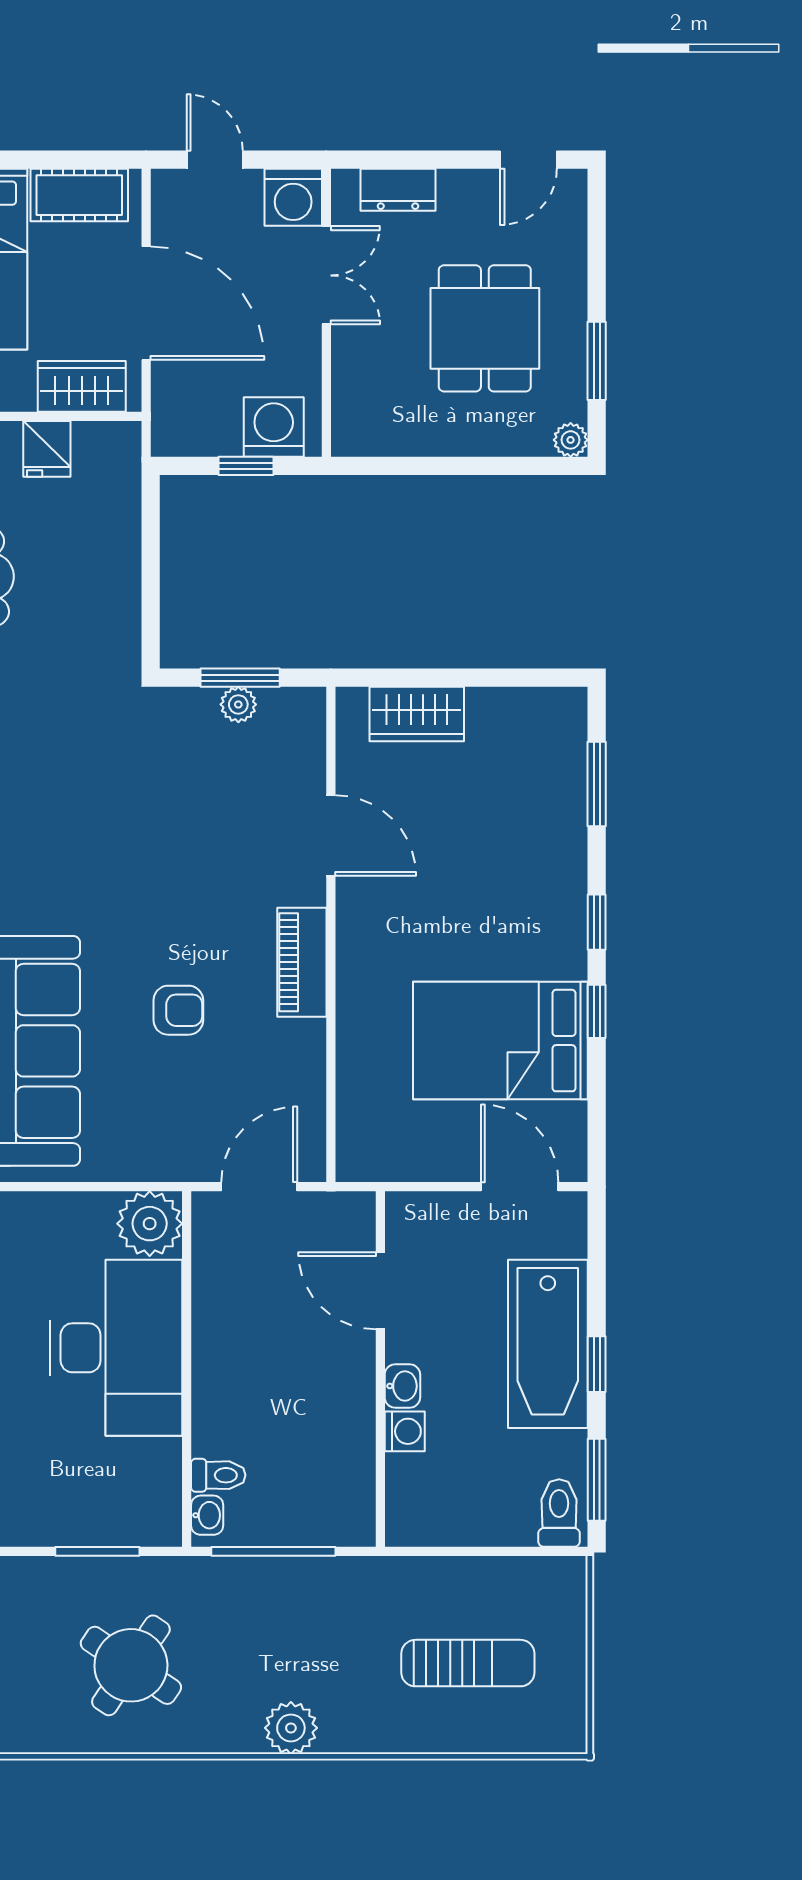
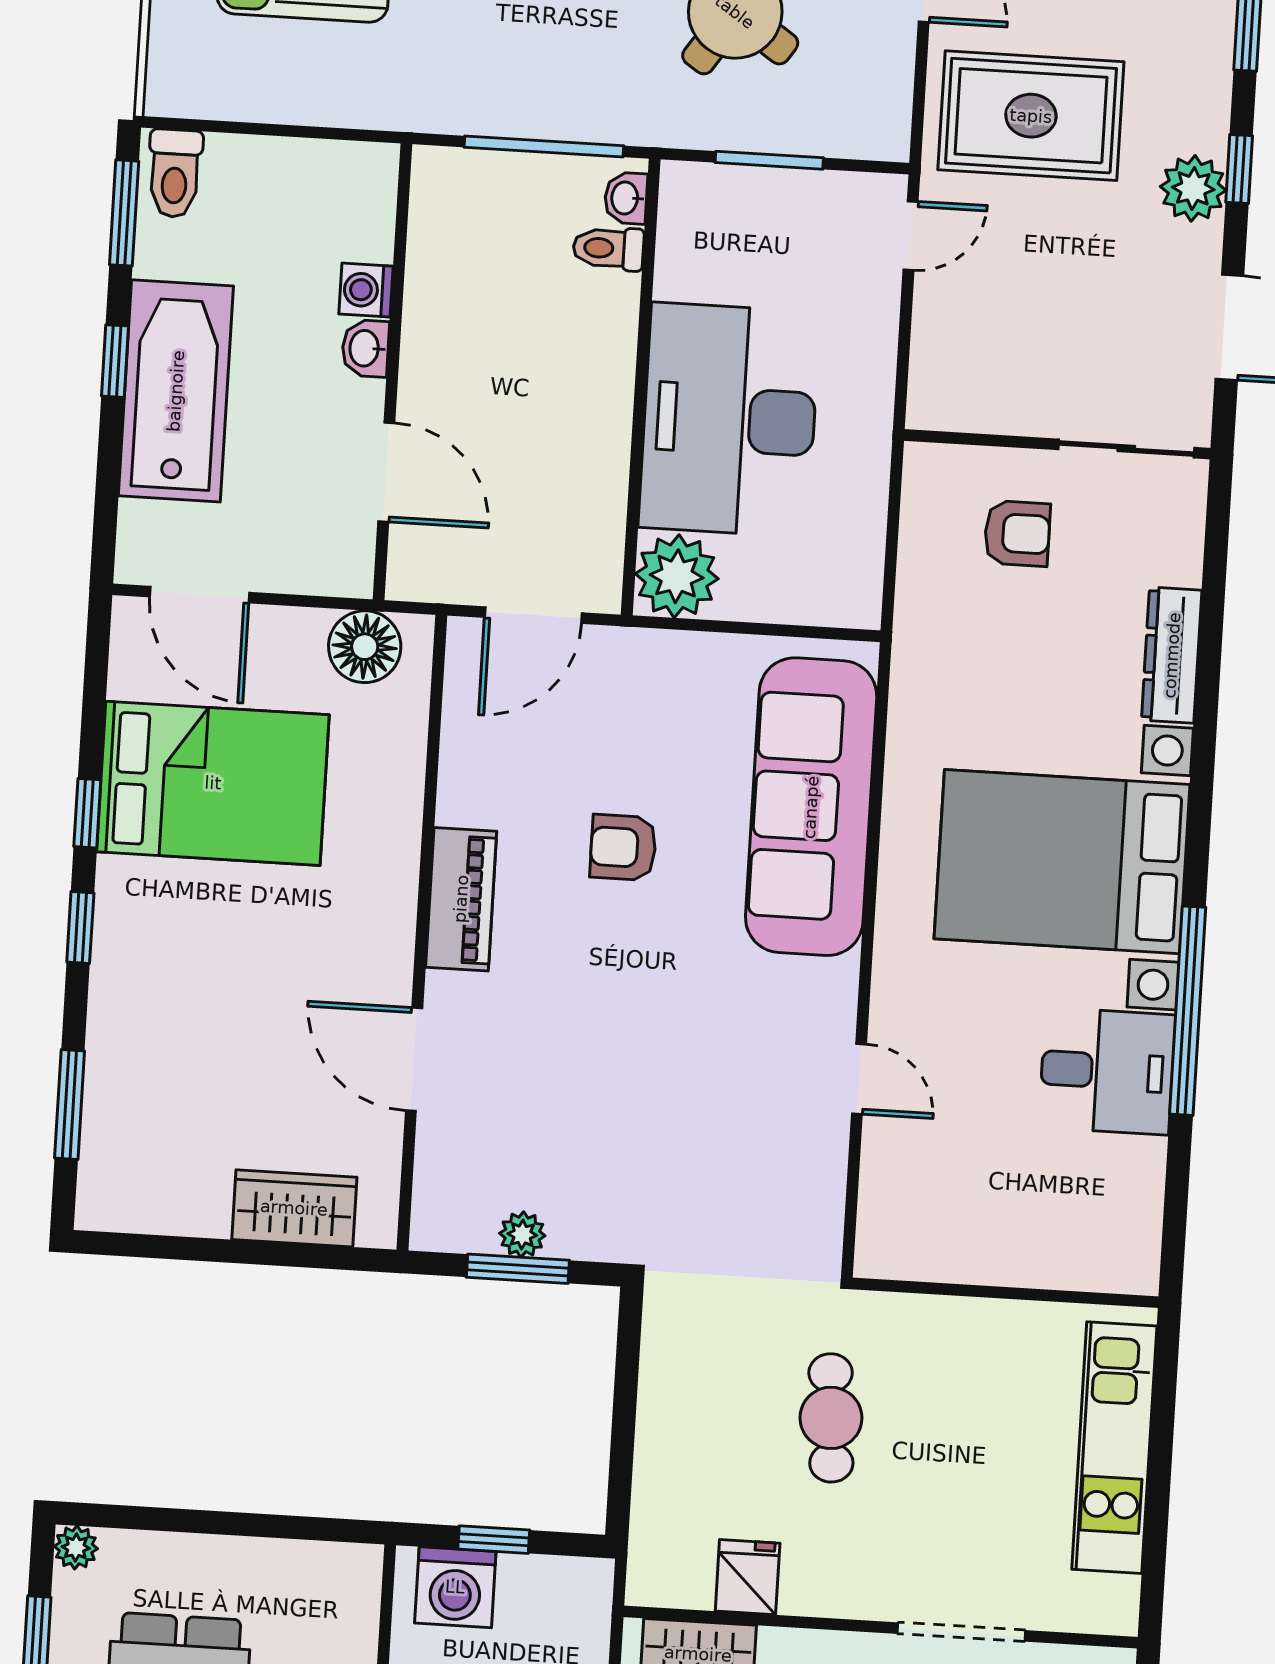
floor lamp: (389, 1154) -> (365, 647), added

